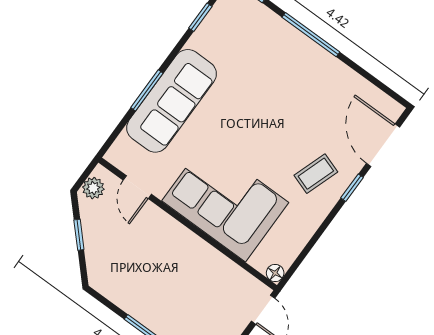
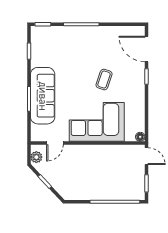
coffee table: (316, 174) -> (104, 80), moved
door: (137, 187) -> (55, 143), hinge flipped

